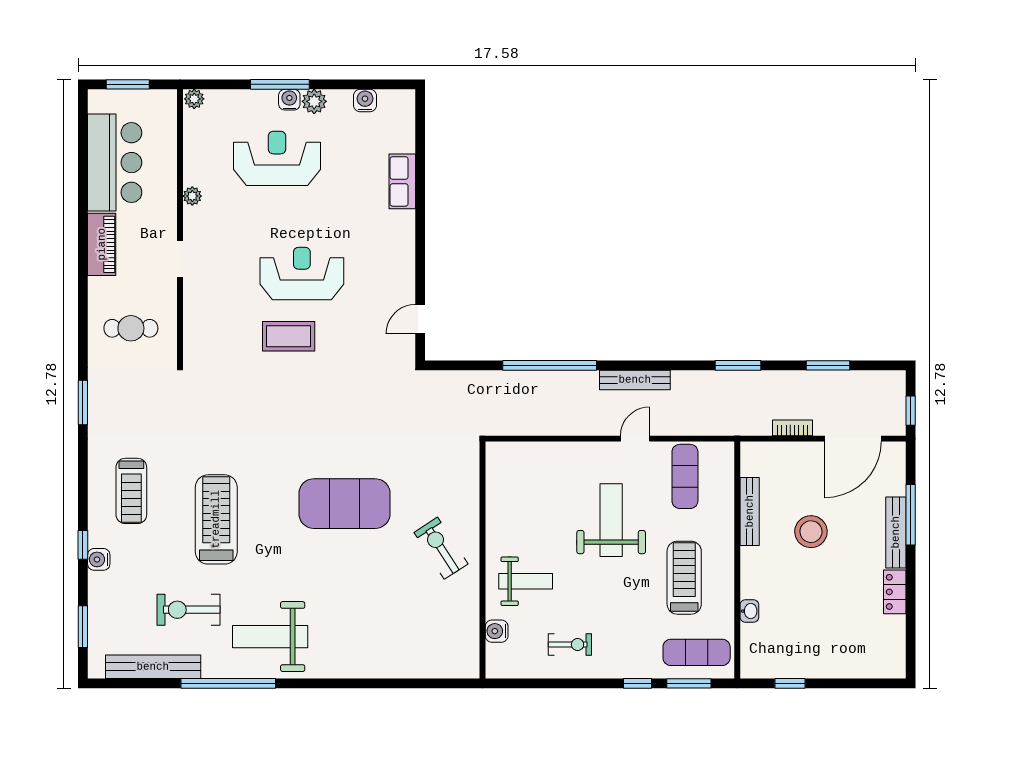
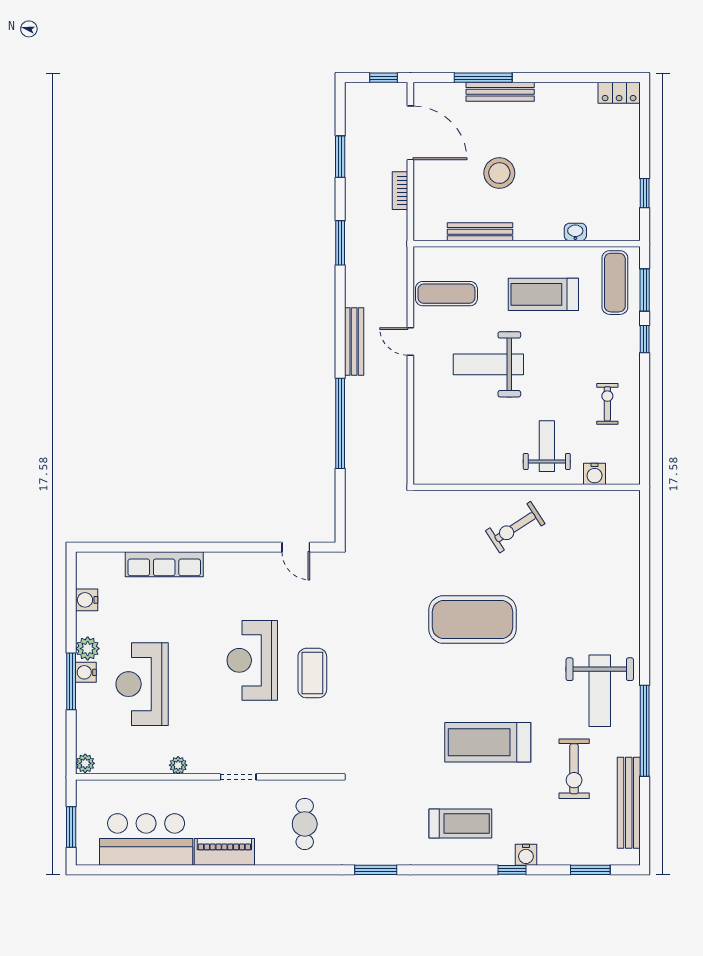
row of seats: (402, 181) -> (164, 564), width x1.48
exercise mat: (345, 504) -> (472, 620), turned 90
locker: (895, 592) -> (619, 93), moved

